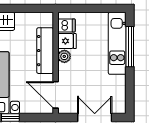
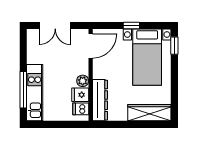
dresser: (45, 51) -> (100, 100), moved
door: (56, 95) -> (91, 46), hinge flipped

